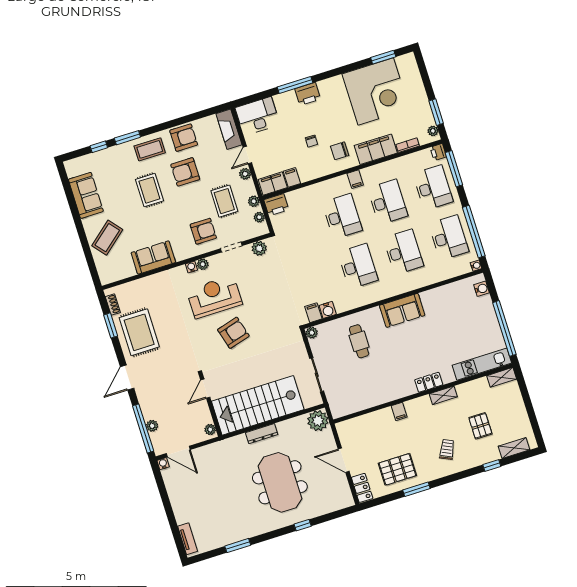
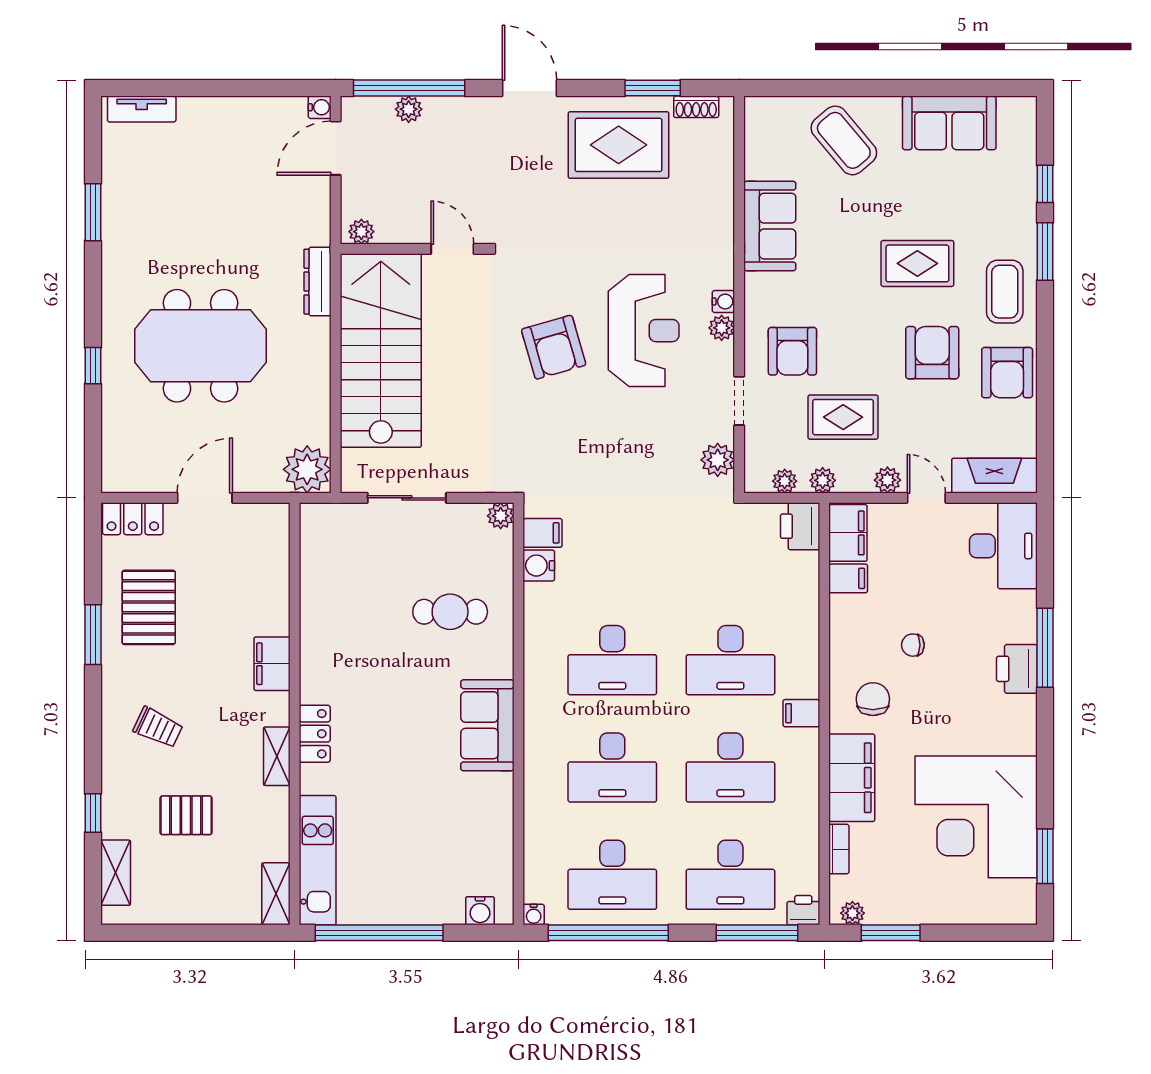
filing cabinet: (399, 411) -> (272, 664), width x2.00
dresser: (262, 434) -> (318, 282), moved

